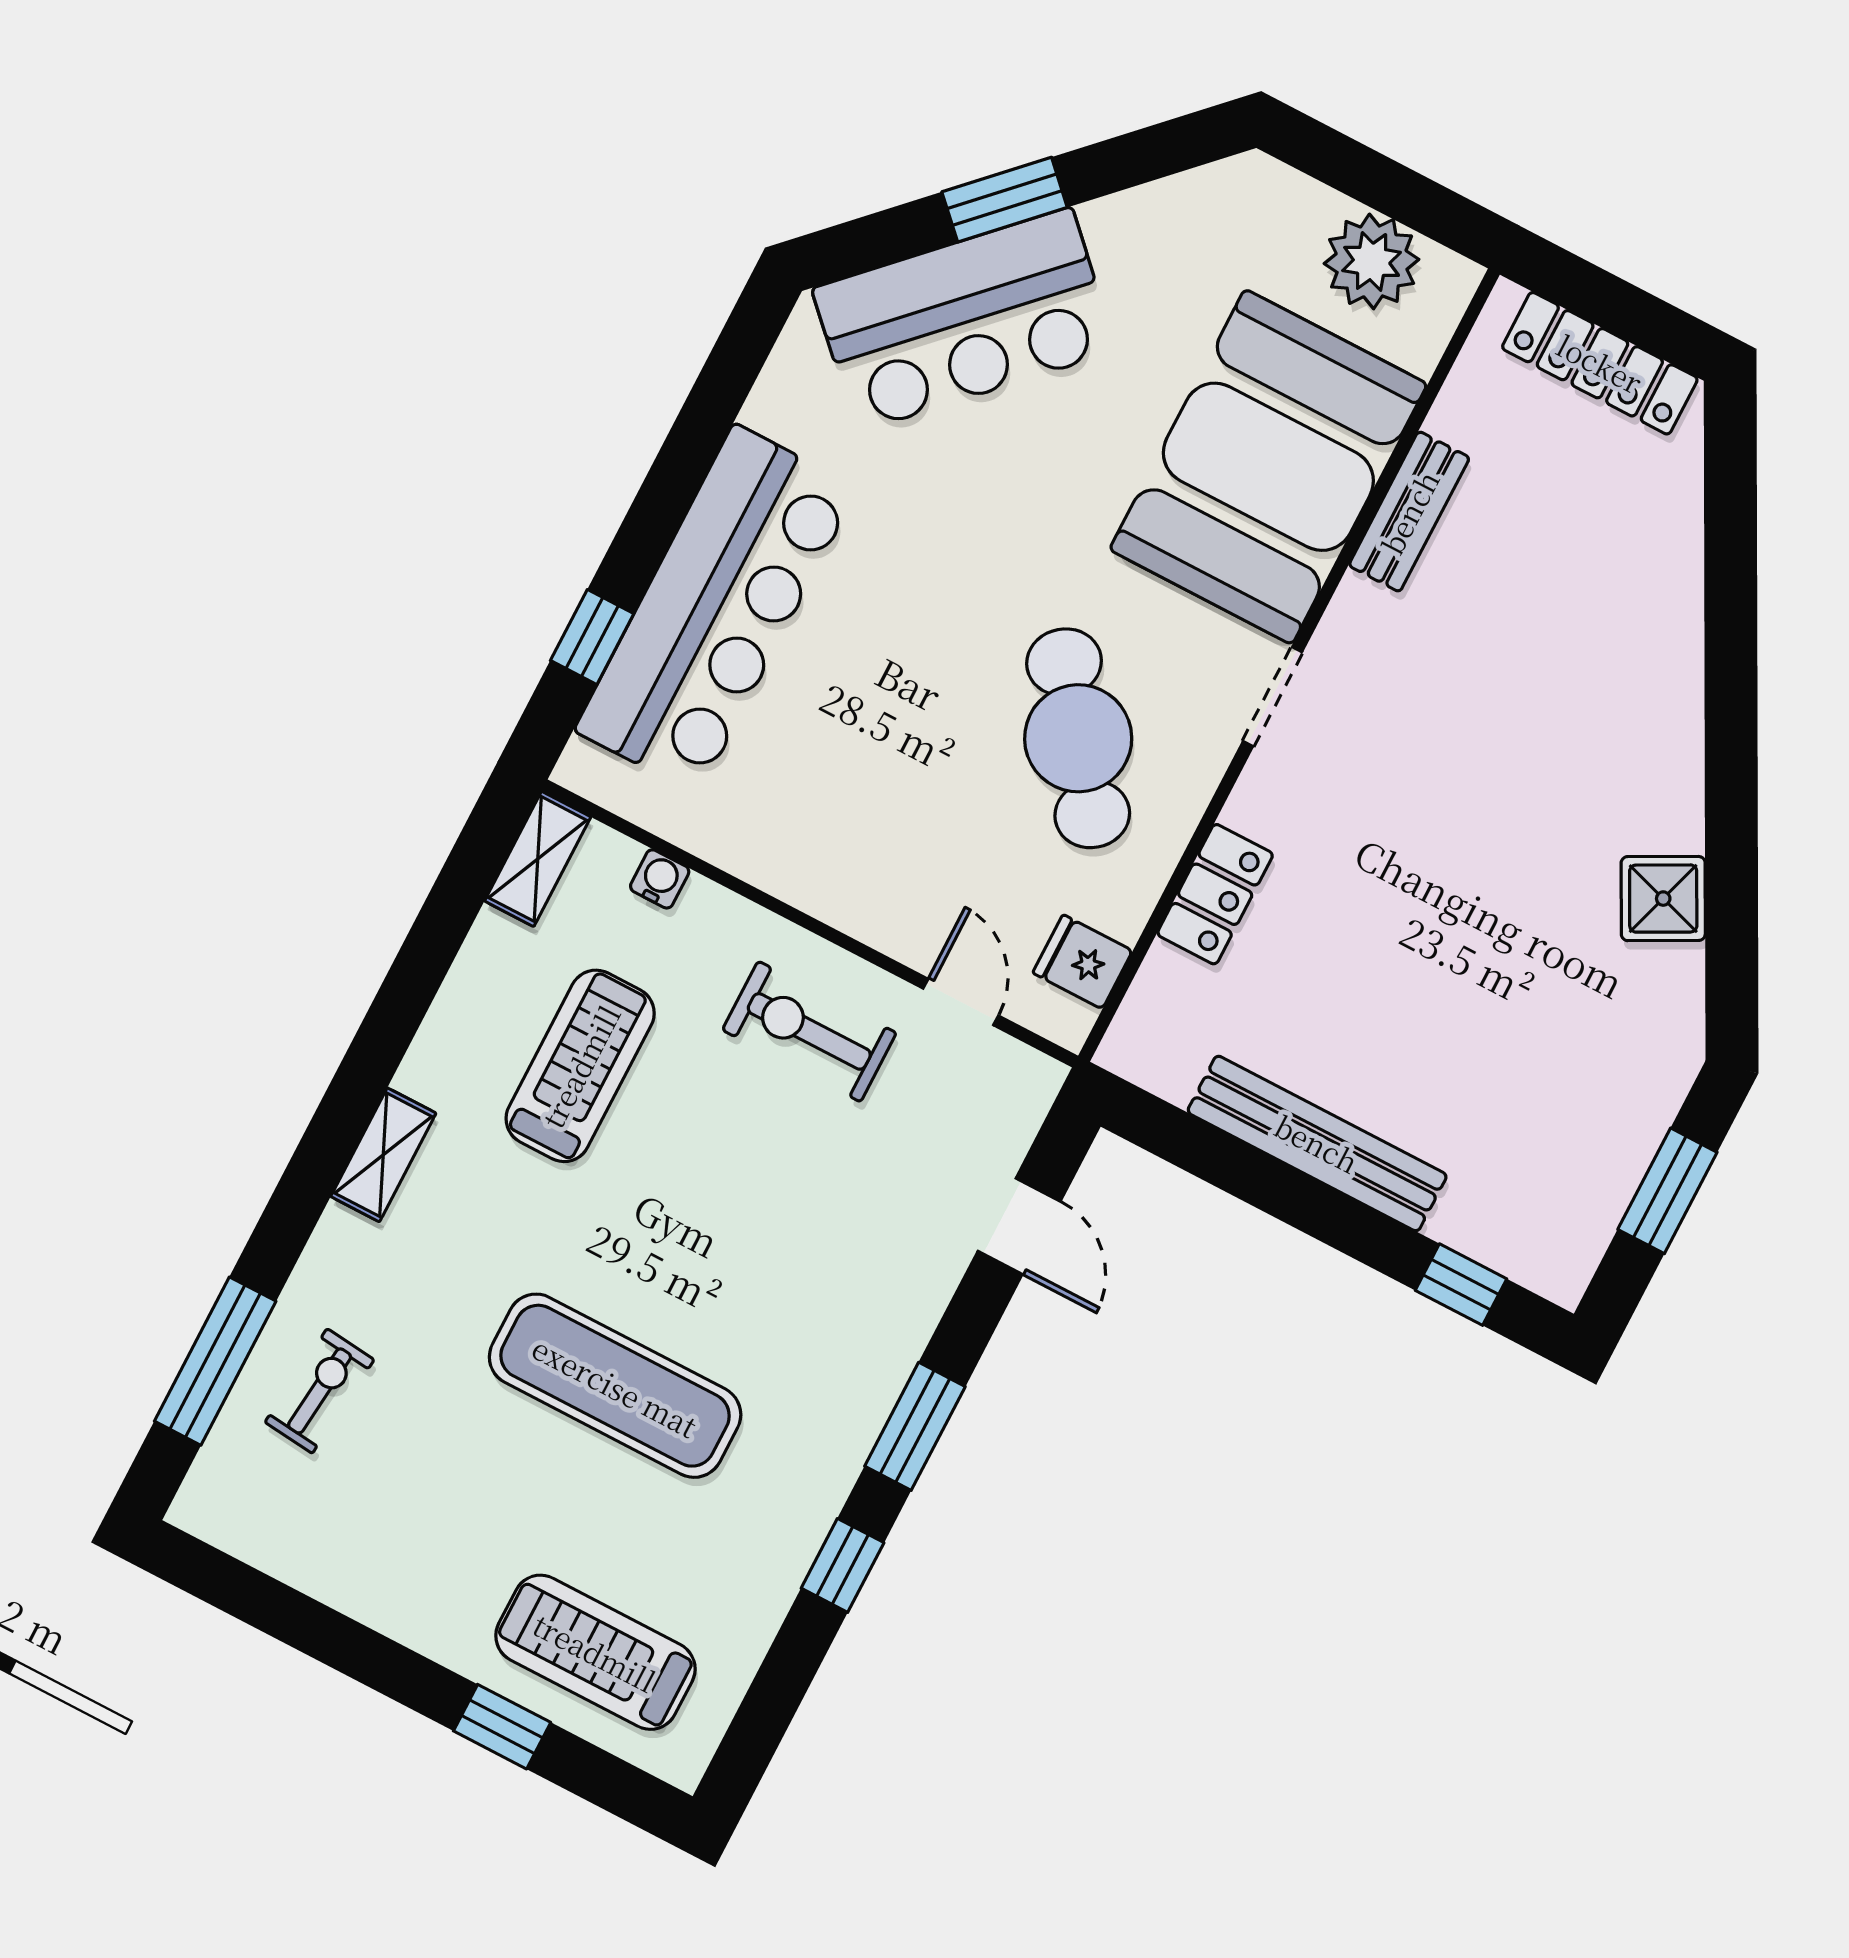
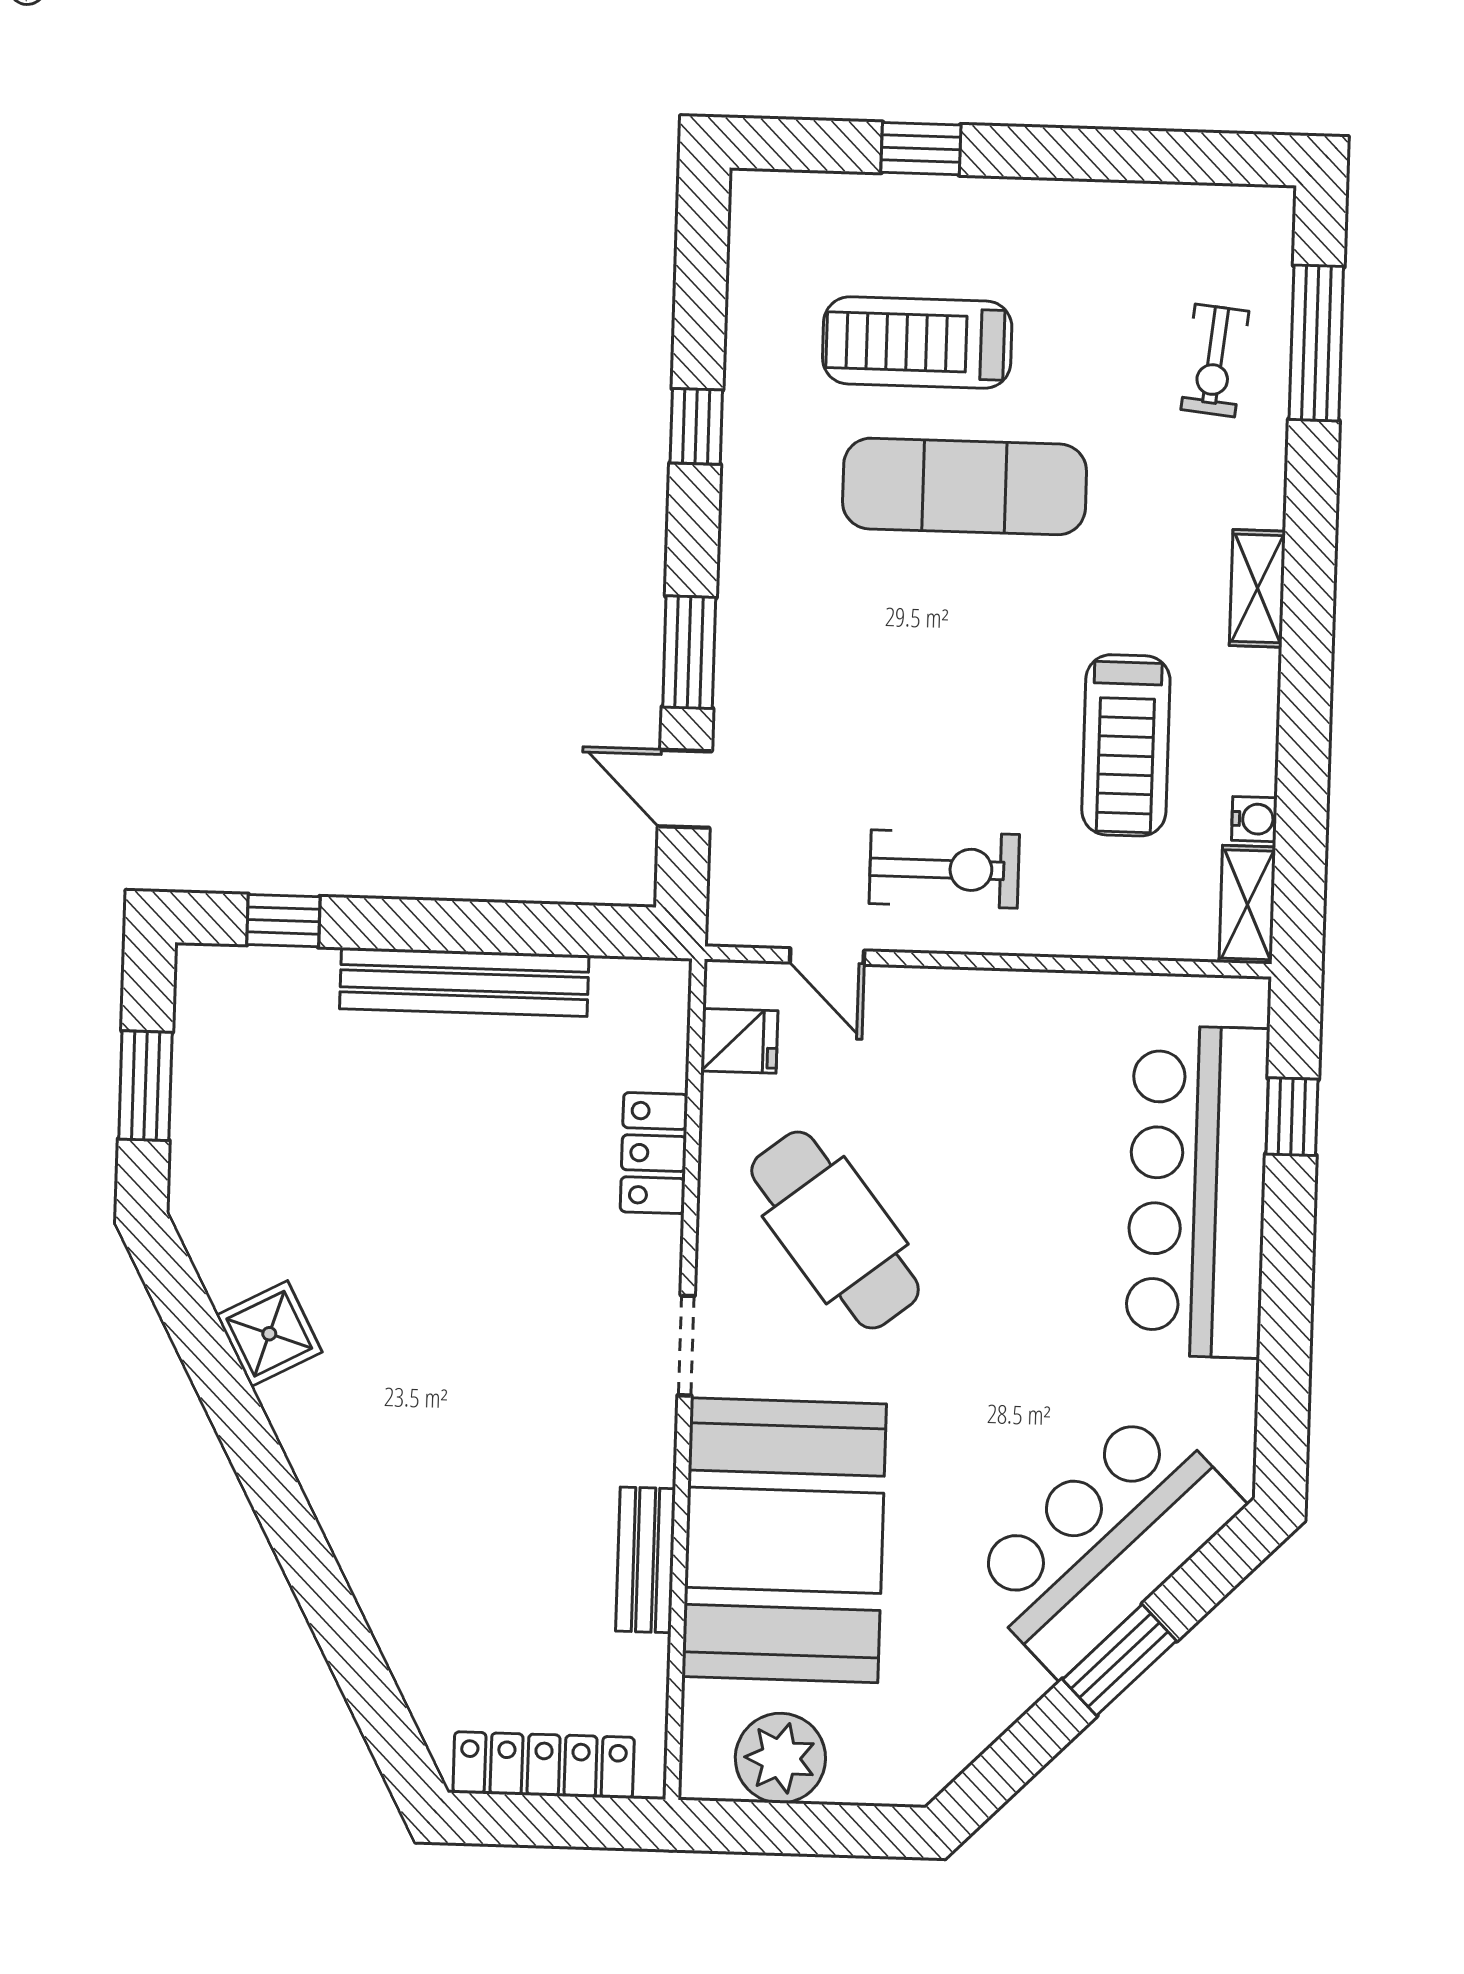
water cooler: (660, 879) -> (1254, 819), moved, turned -90
window: (915, 1426) -> (689, 652), moved
treadmill: (595, 1652) -> (917, 343), moved, turned 180

